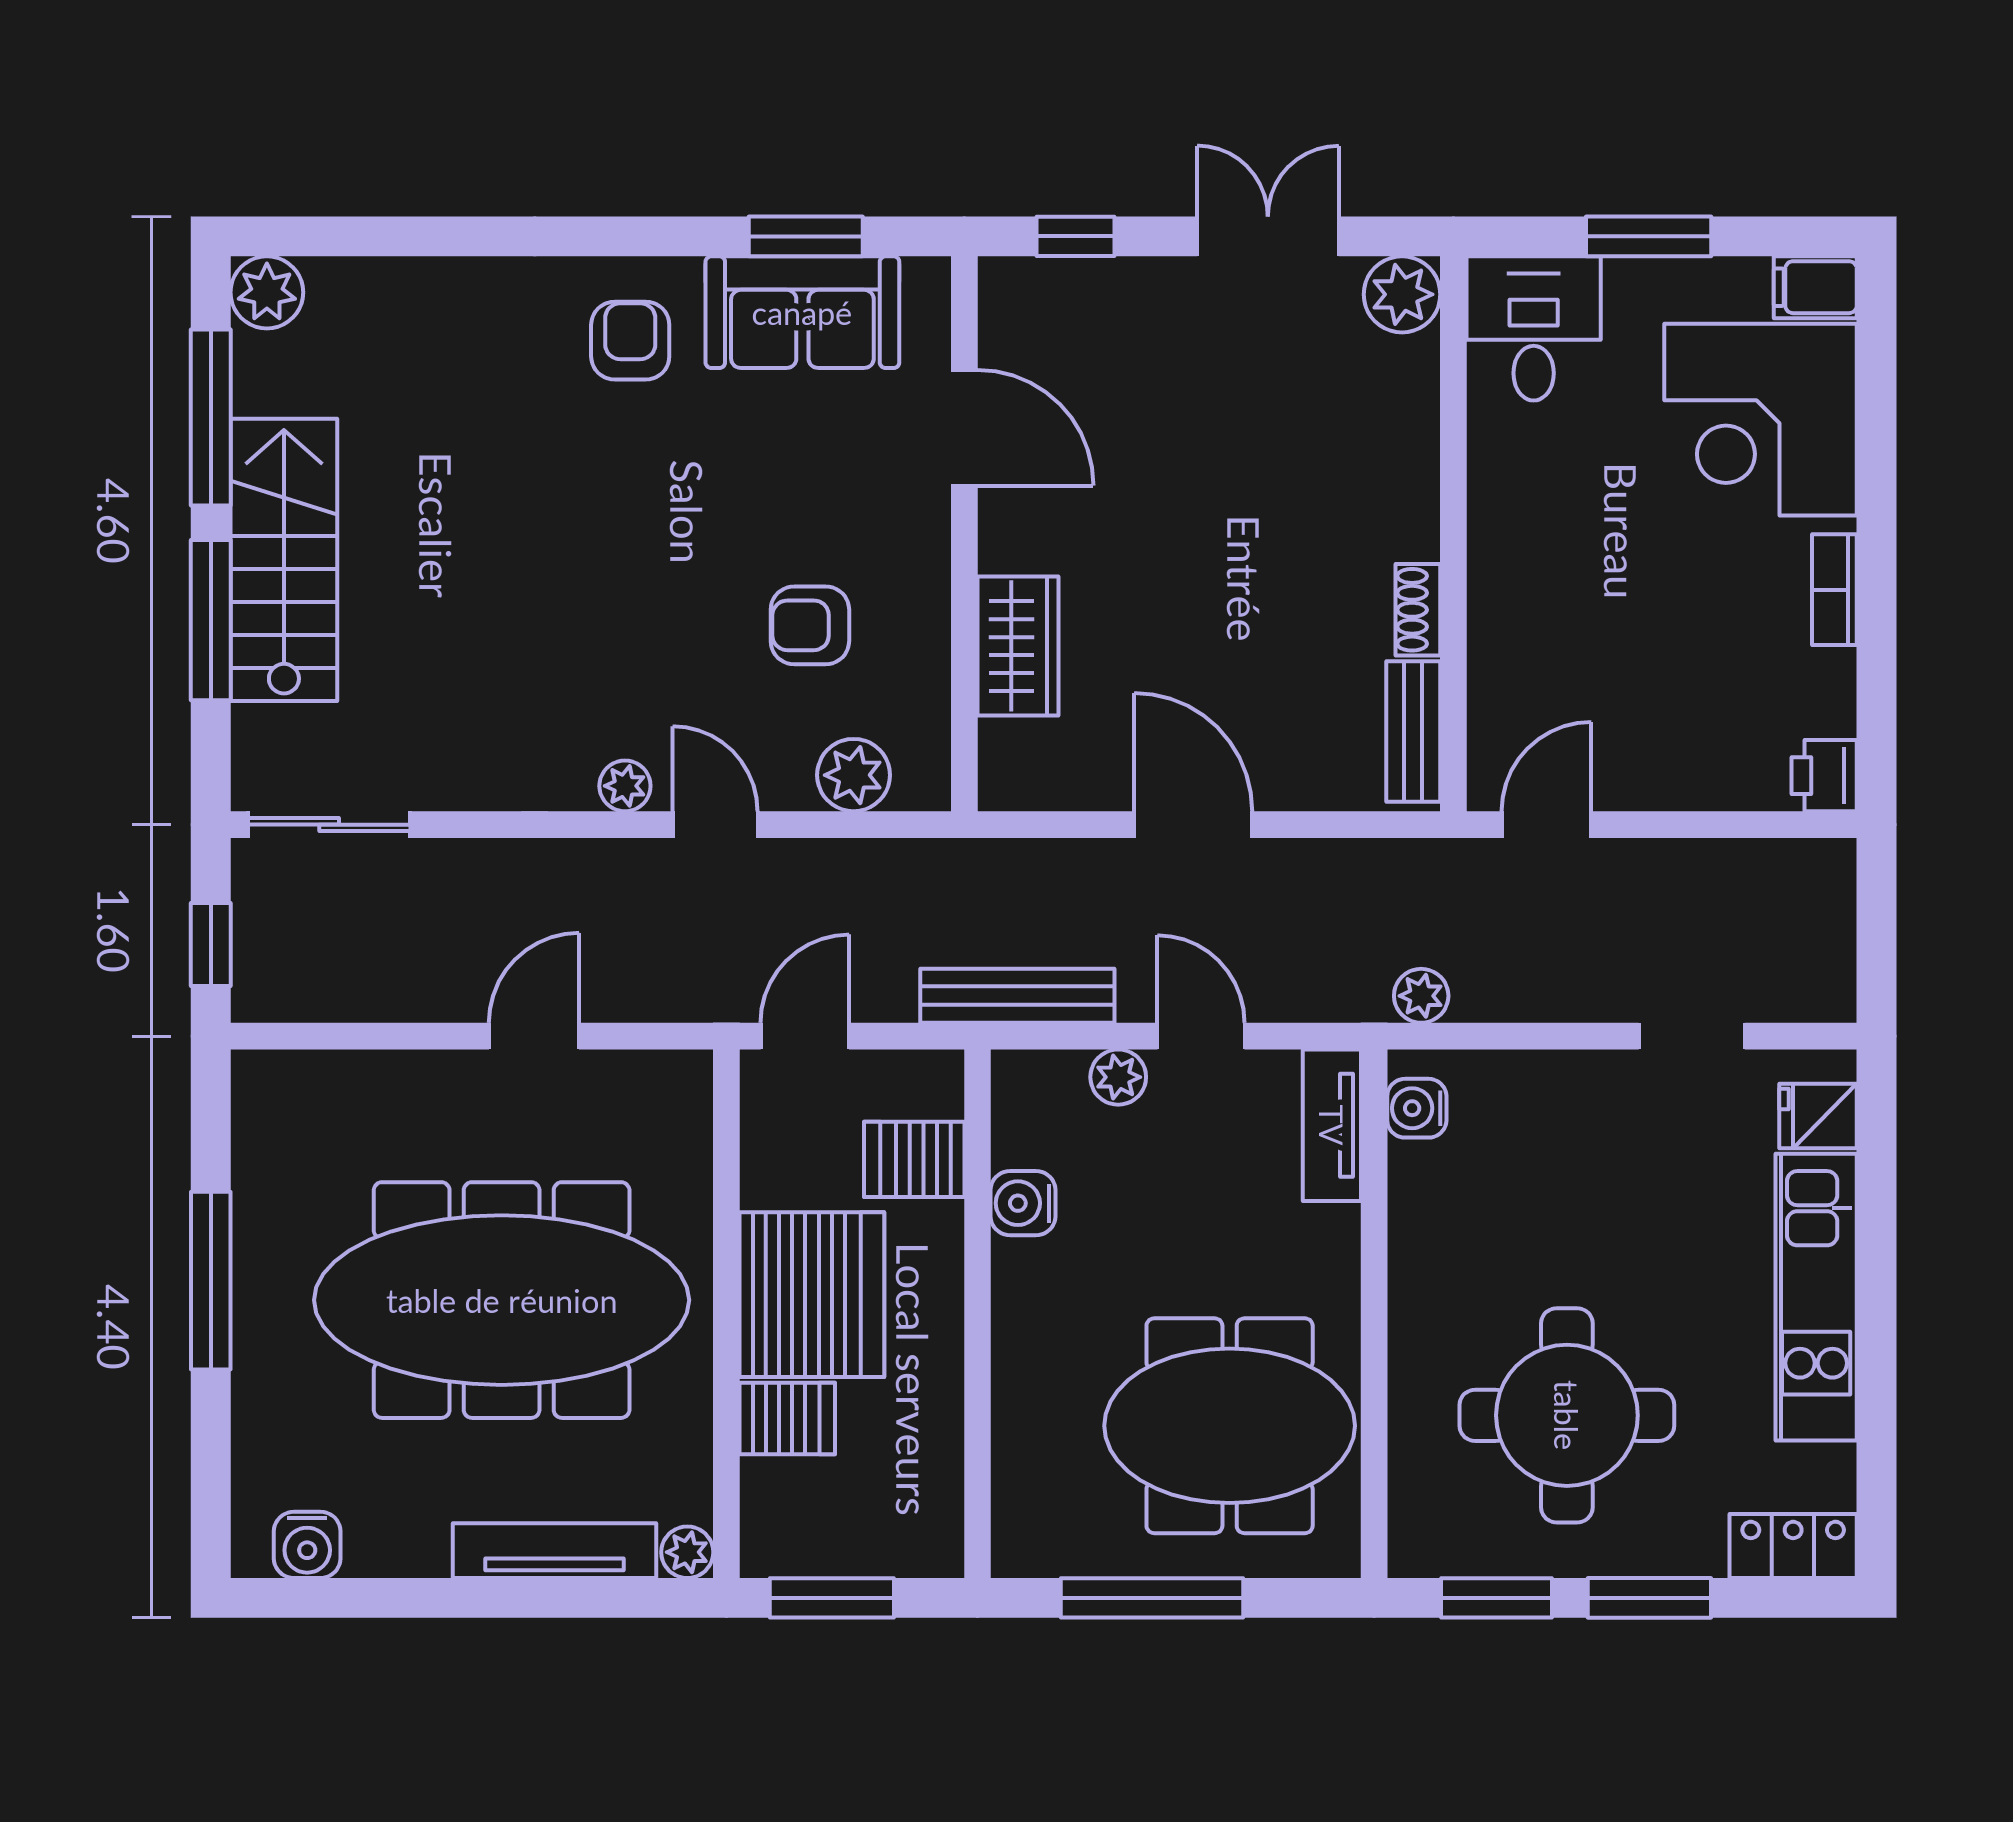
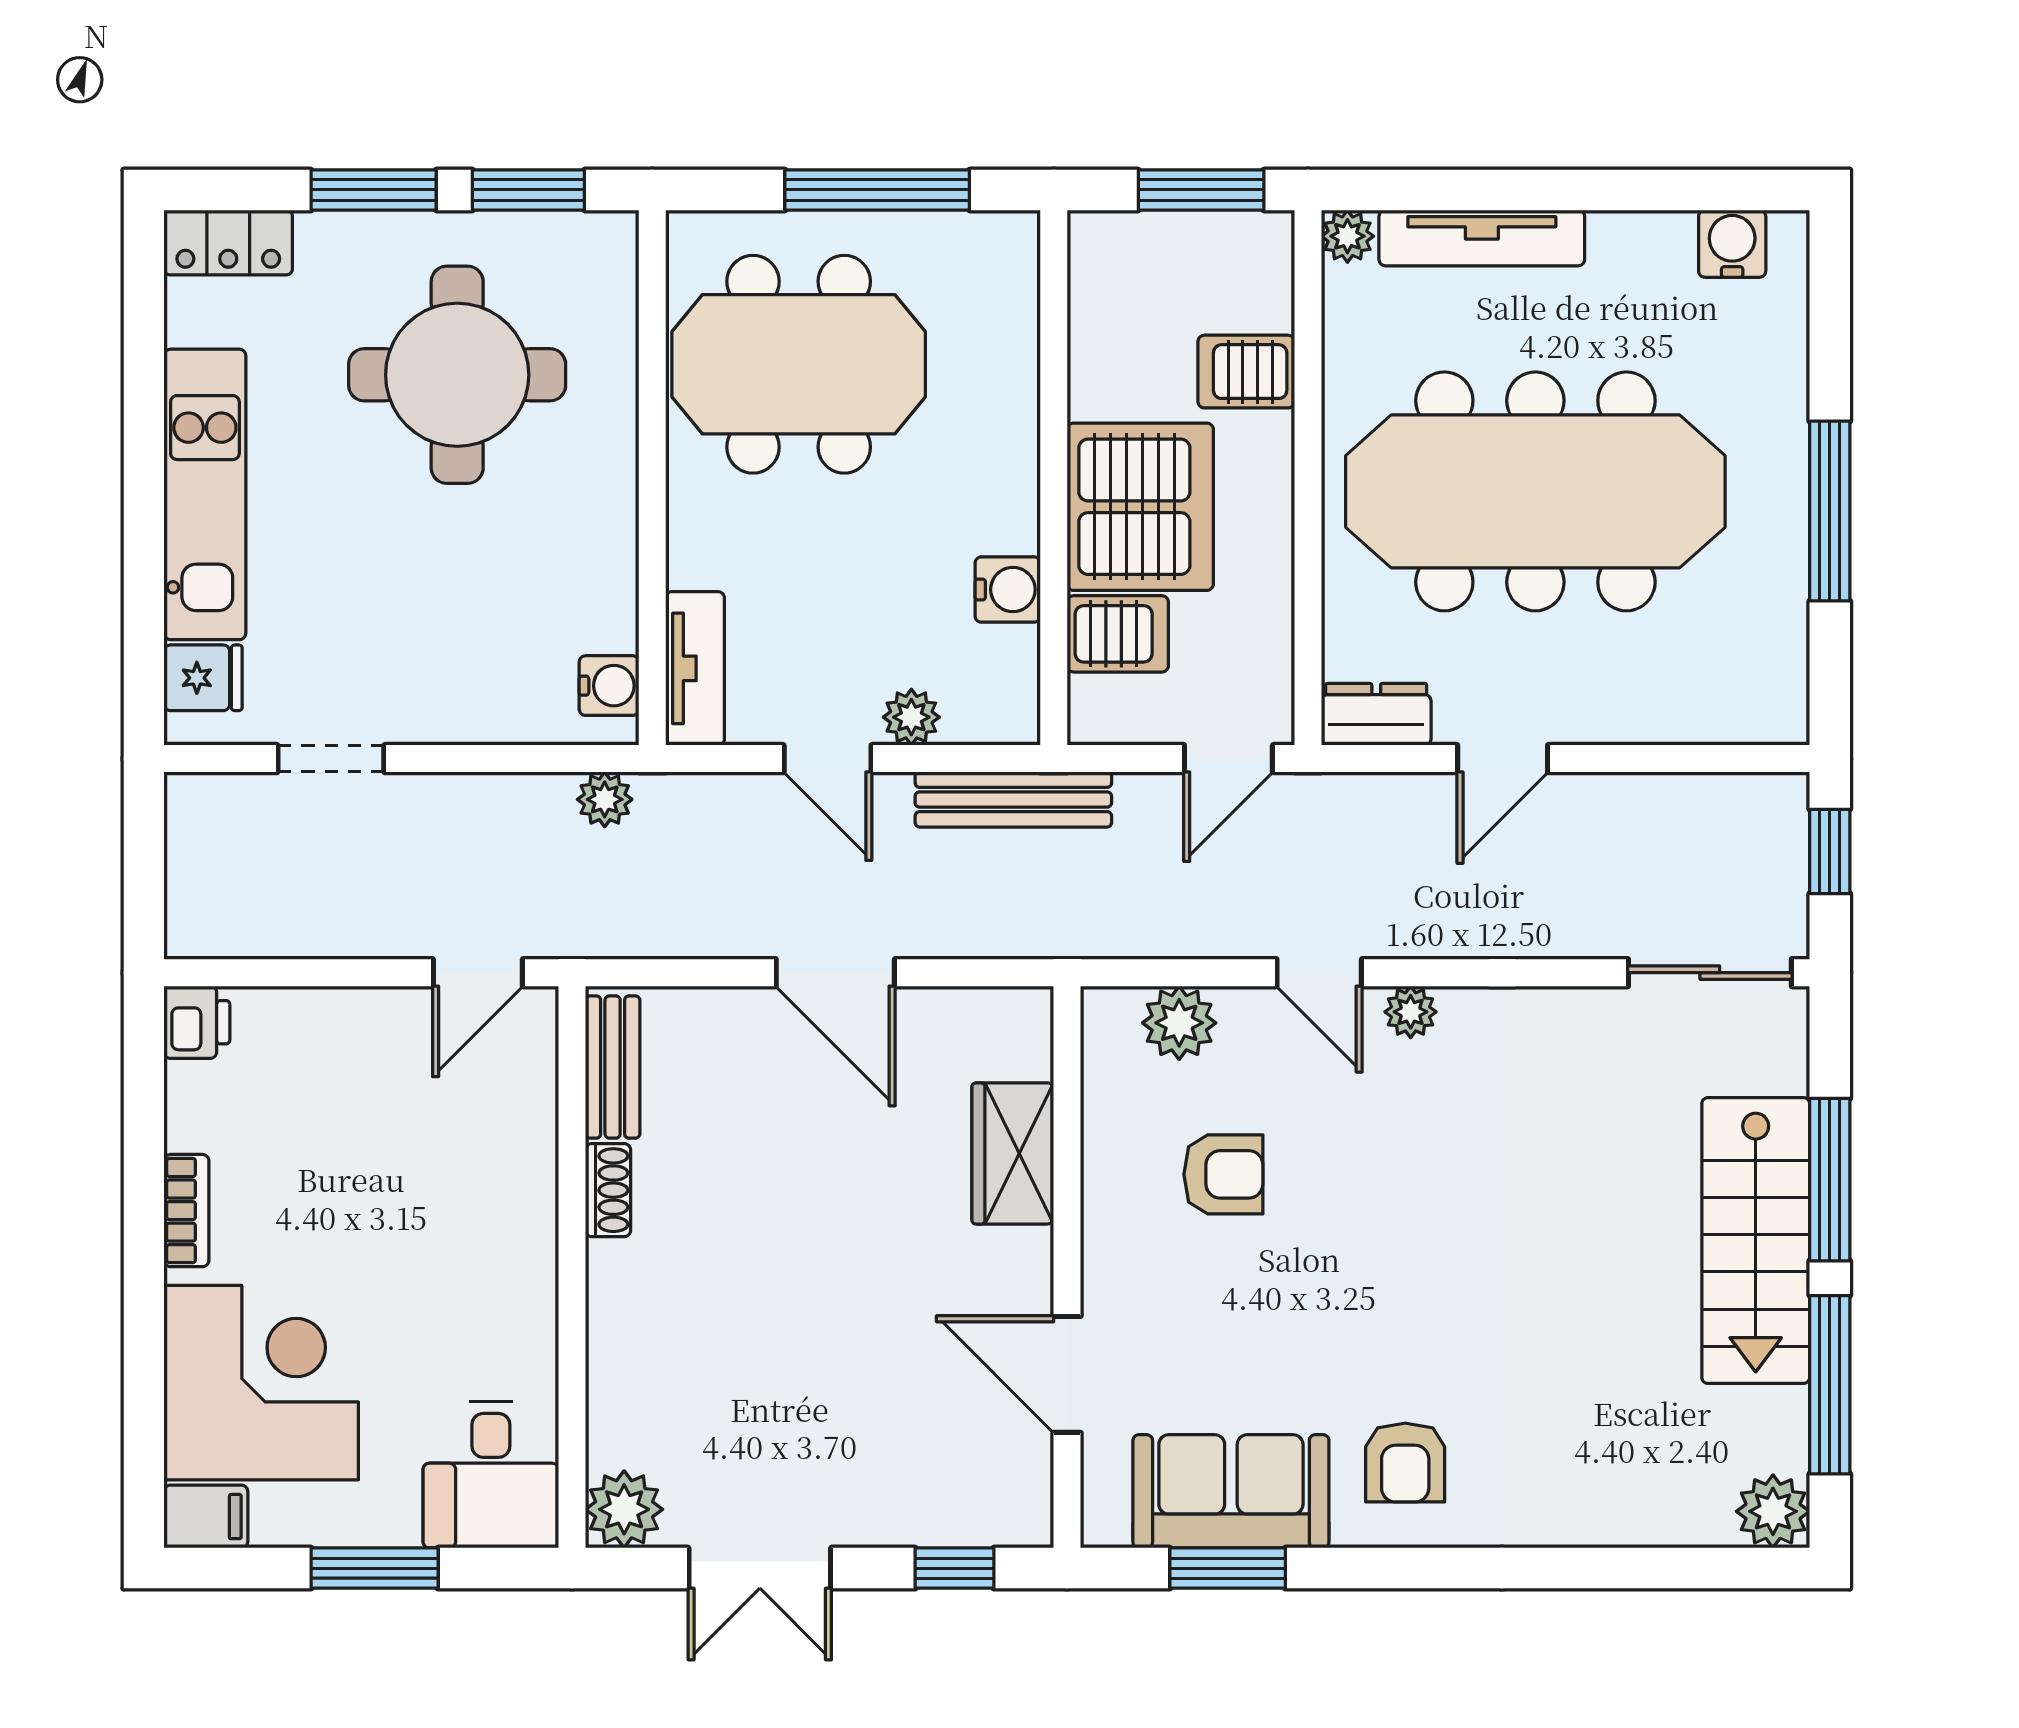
dresser: (659, 1080) -> (1376, 714), added
server rack: (812, 1295) -> (1140, 507), moved, turned 180

